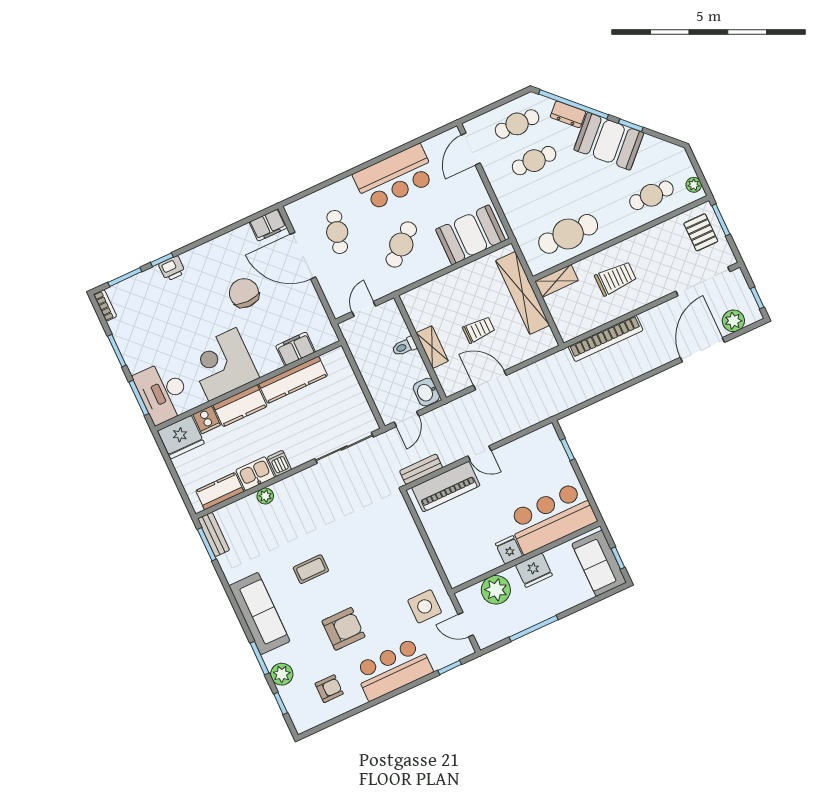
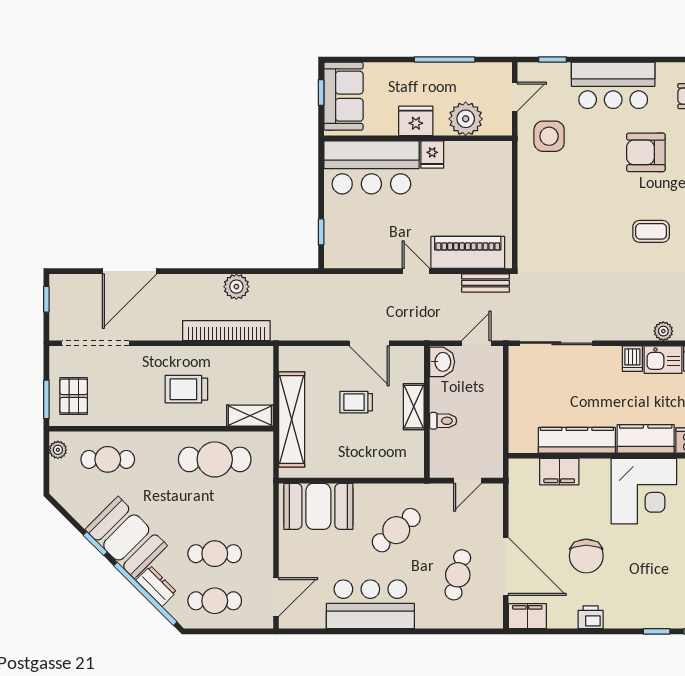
printer: (172, 268) -> (591, 617), moved
plant: (733, 321) -> (236, 287), moved
door: (466, 625) -> (515, 97), hinge flipped

